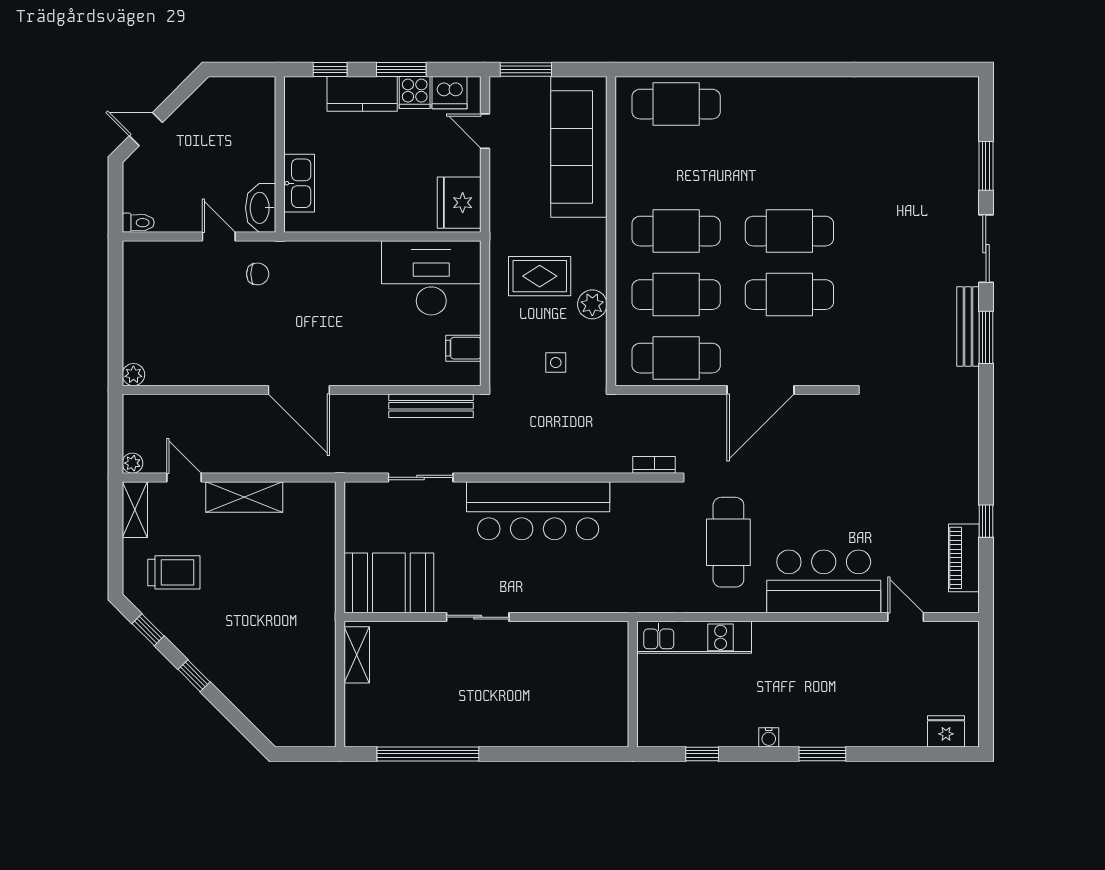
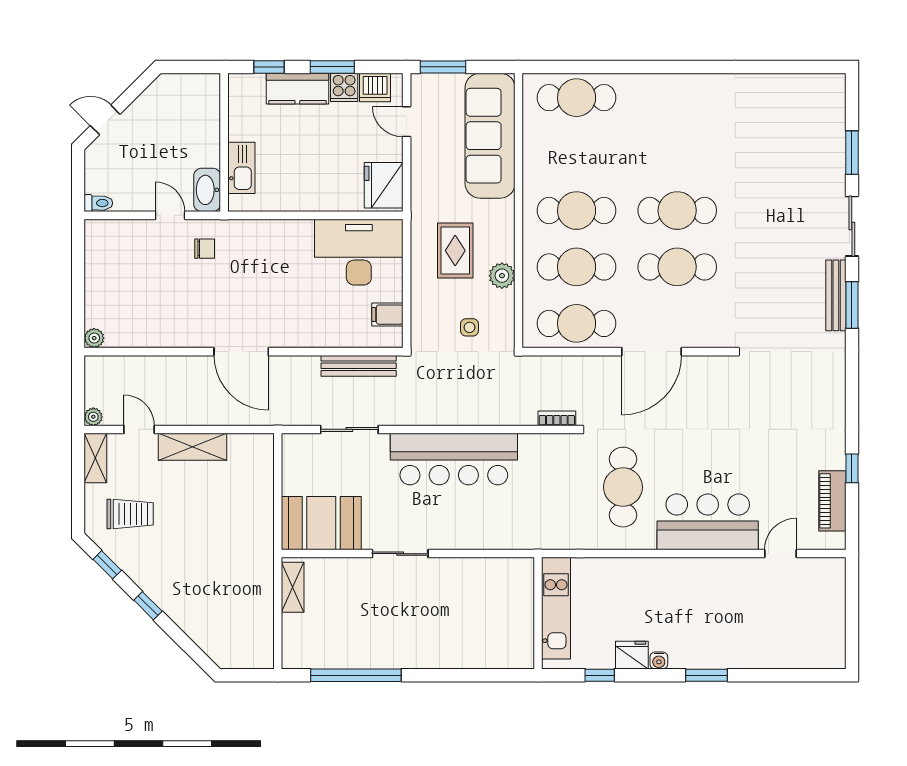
rug: (540, 276) -> (455, 251), turned 90
door: (906, 617) -> (781, 554), hinge flipped
kitchen unit: (694, 637) -> (556, 608), moved, turned -90
fridge: (946, 731) -> (632, 655), moved

